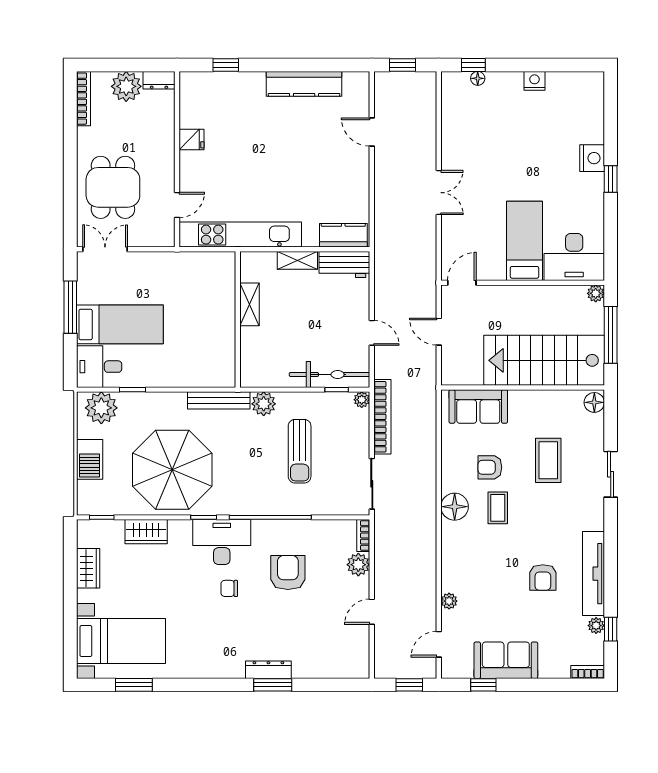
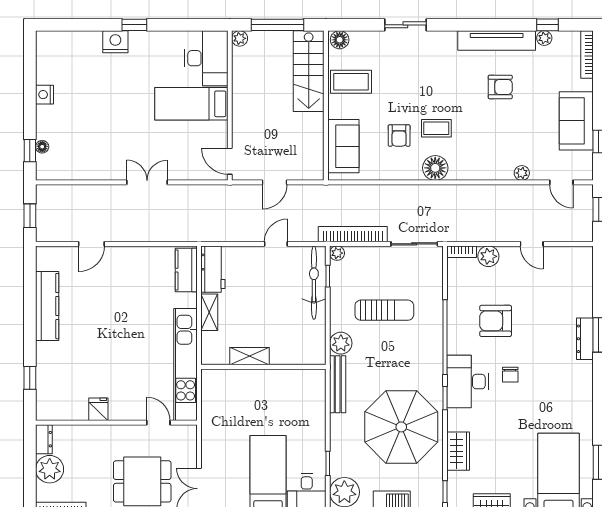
stairs: (544, 360) -> (309, 71), width x0.73, depth x0.66
coffee table: (548, 460) -> (351, 82), moved
bookcase: (588, 672) -> (587, 54), width x1.56

